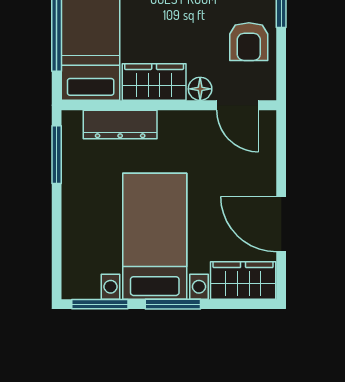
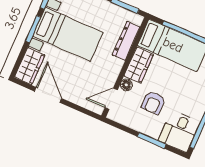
armchair: (249, 42) -> (153, 103), moved, turned -90
door: (281, 224) -> (48, 95), hinge flipped

